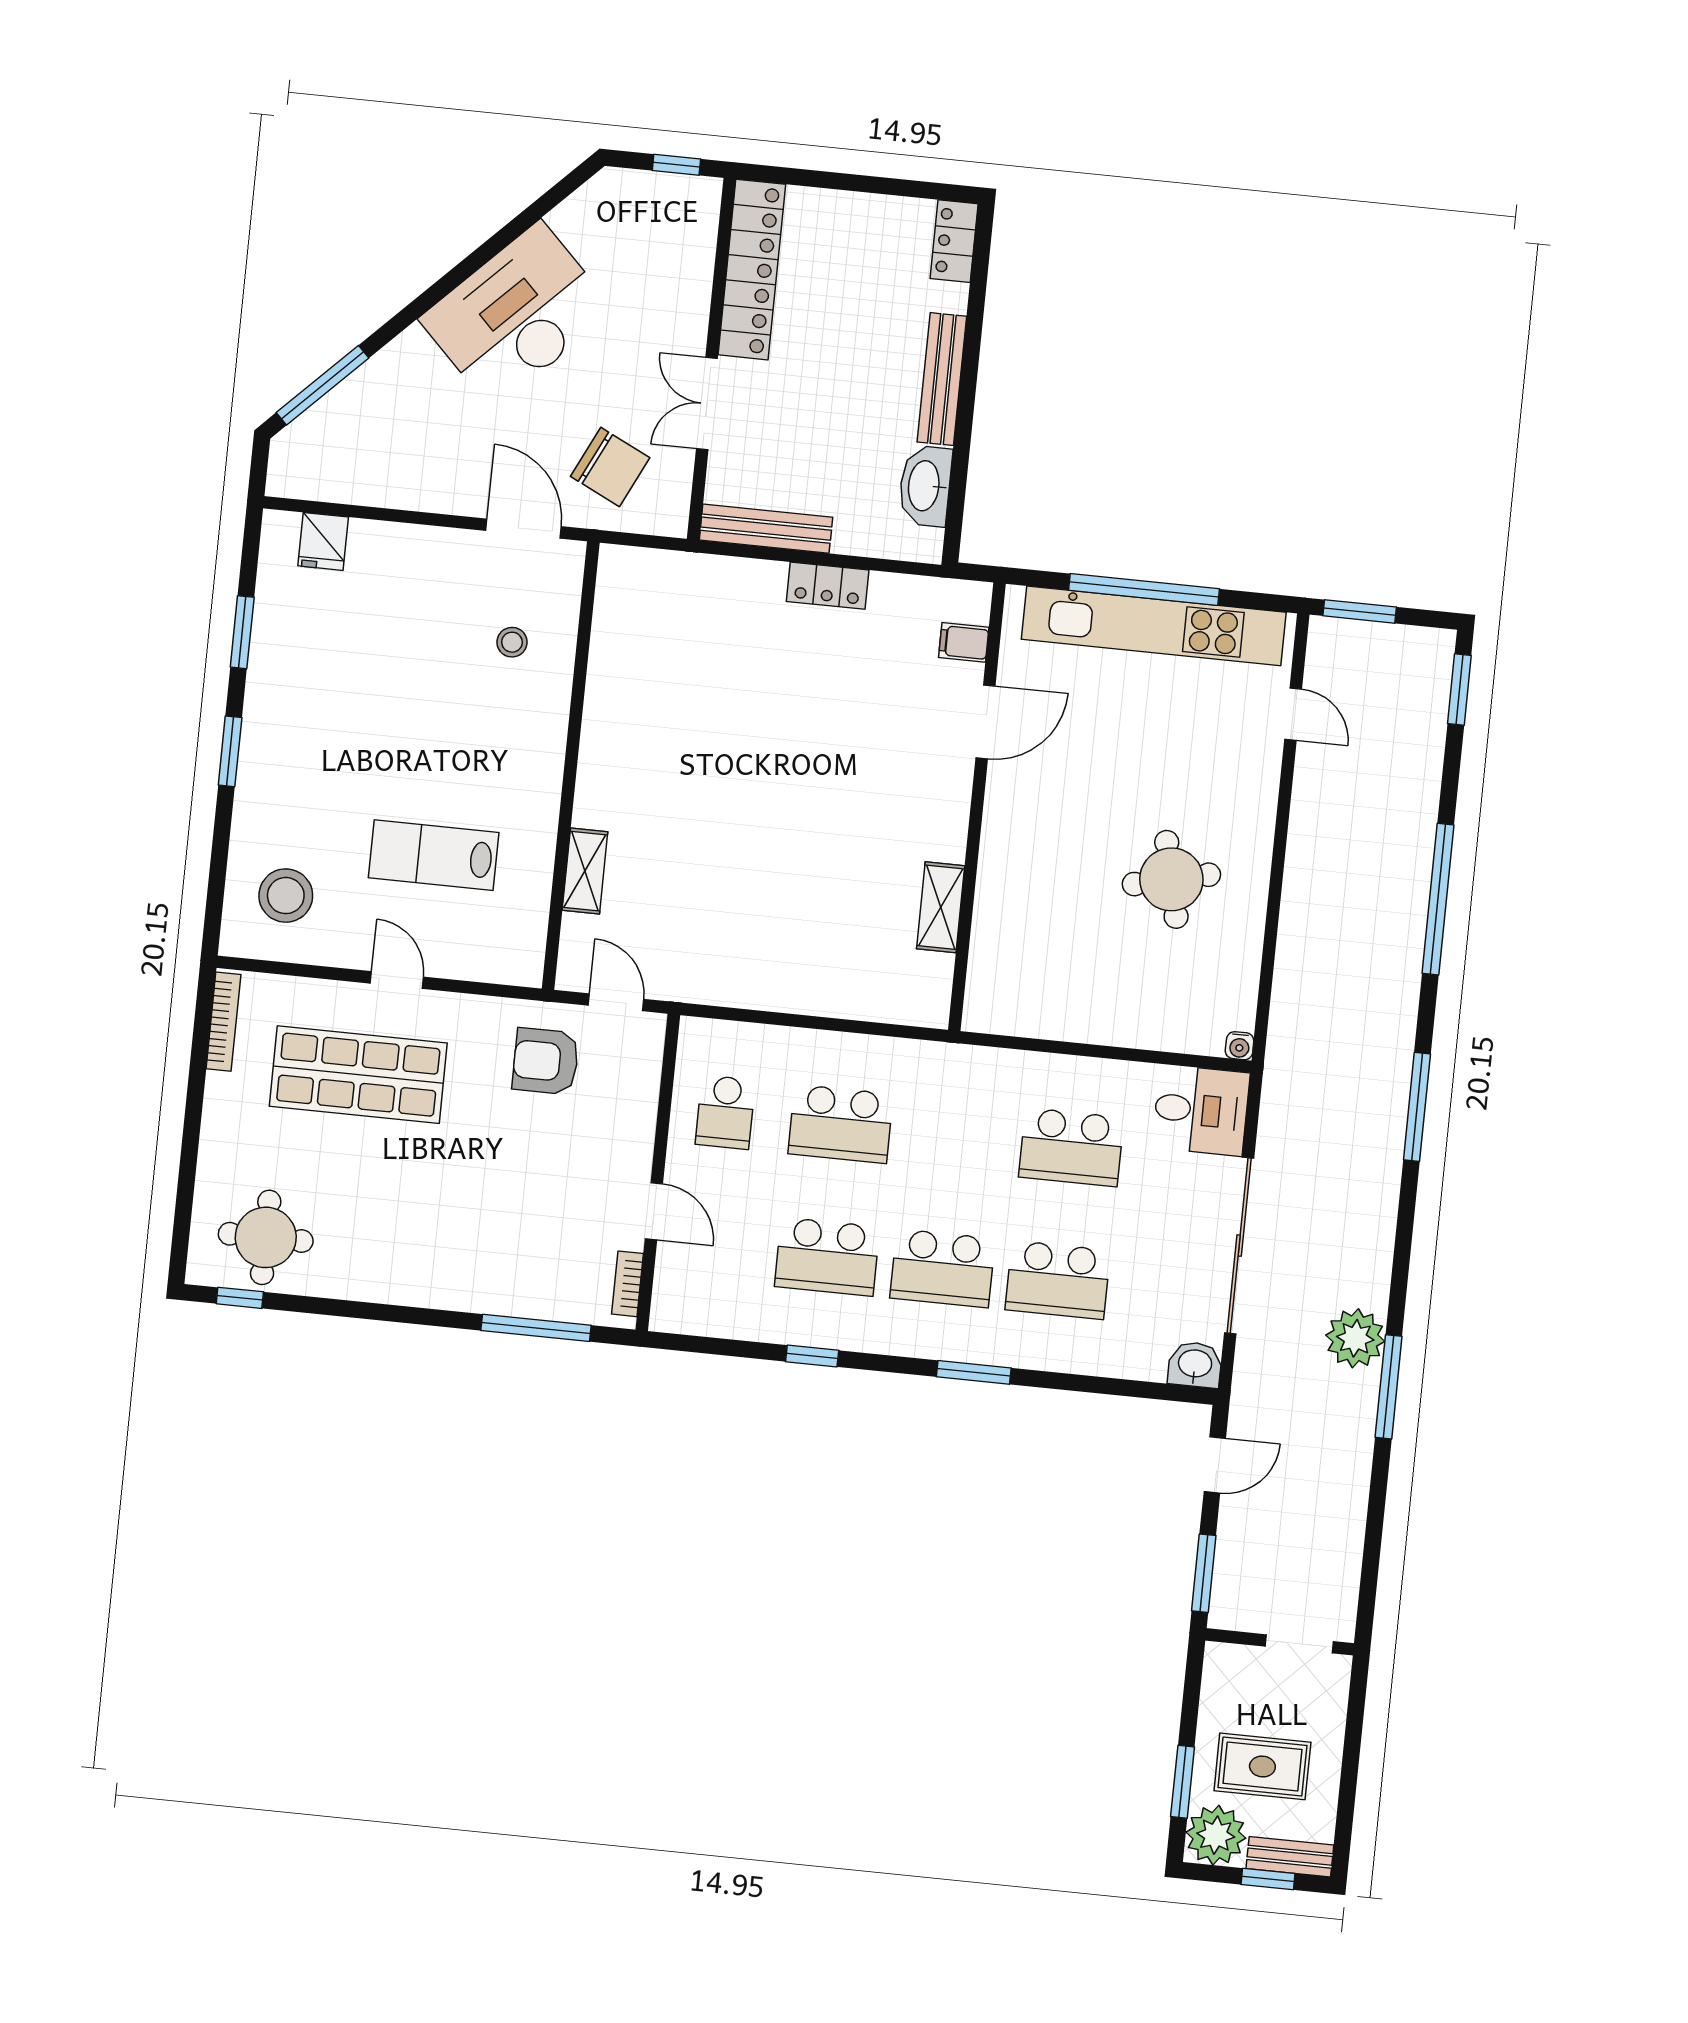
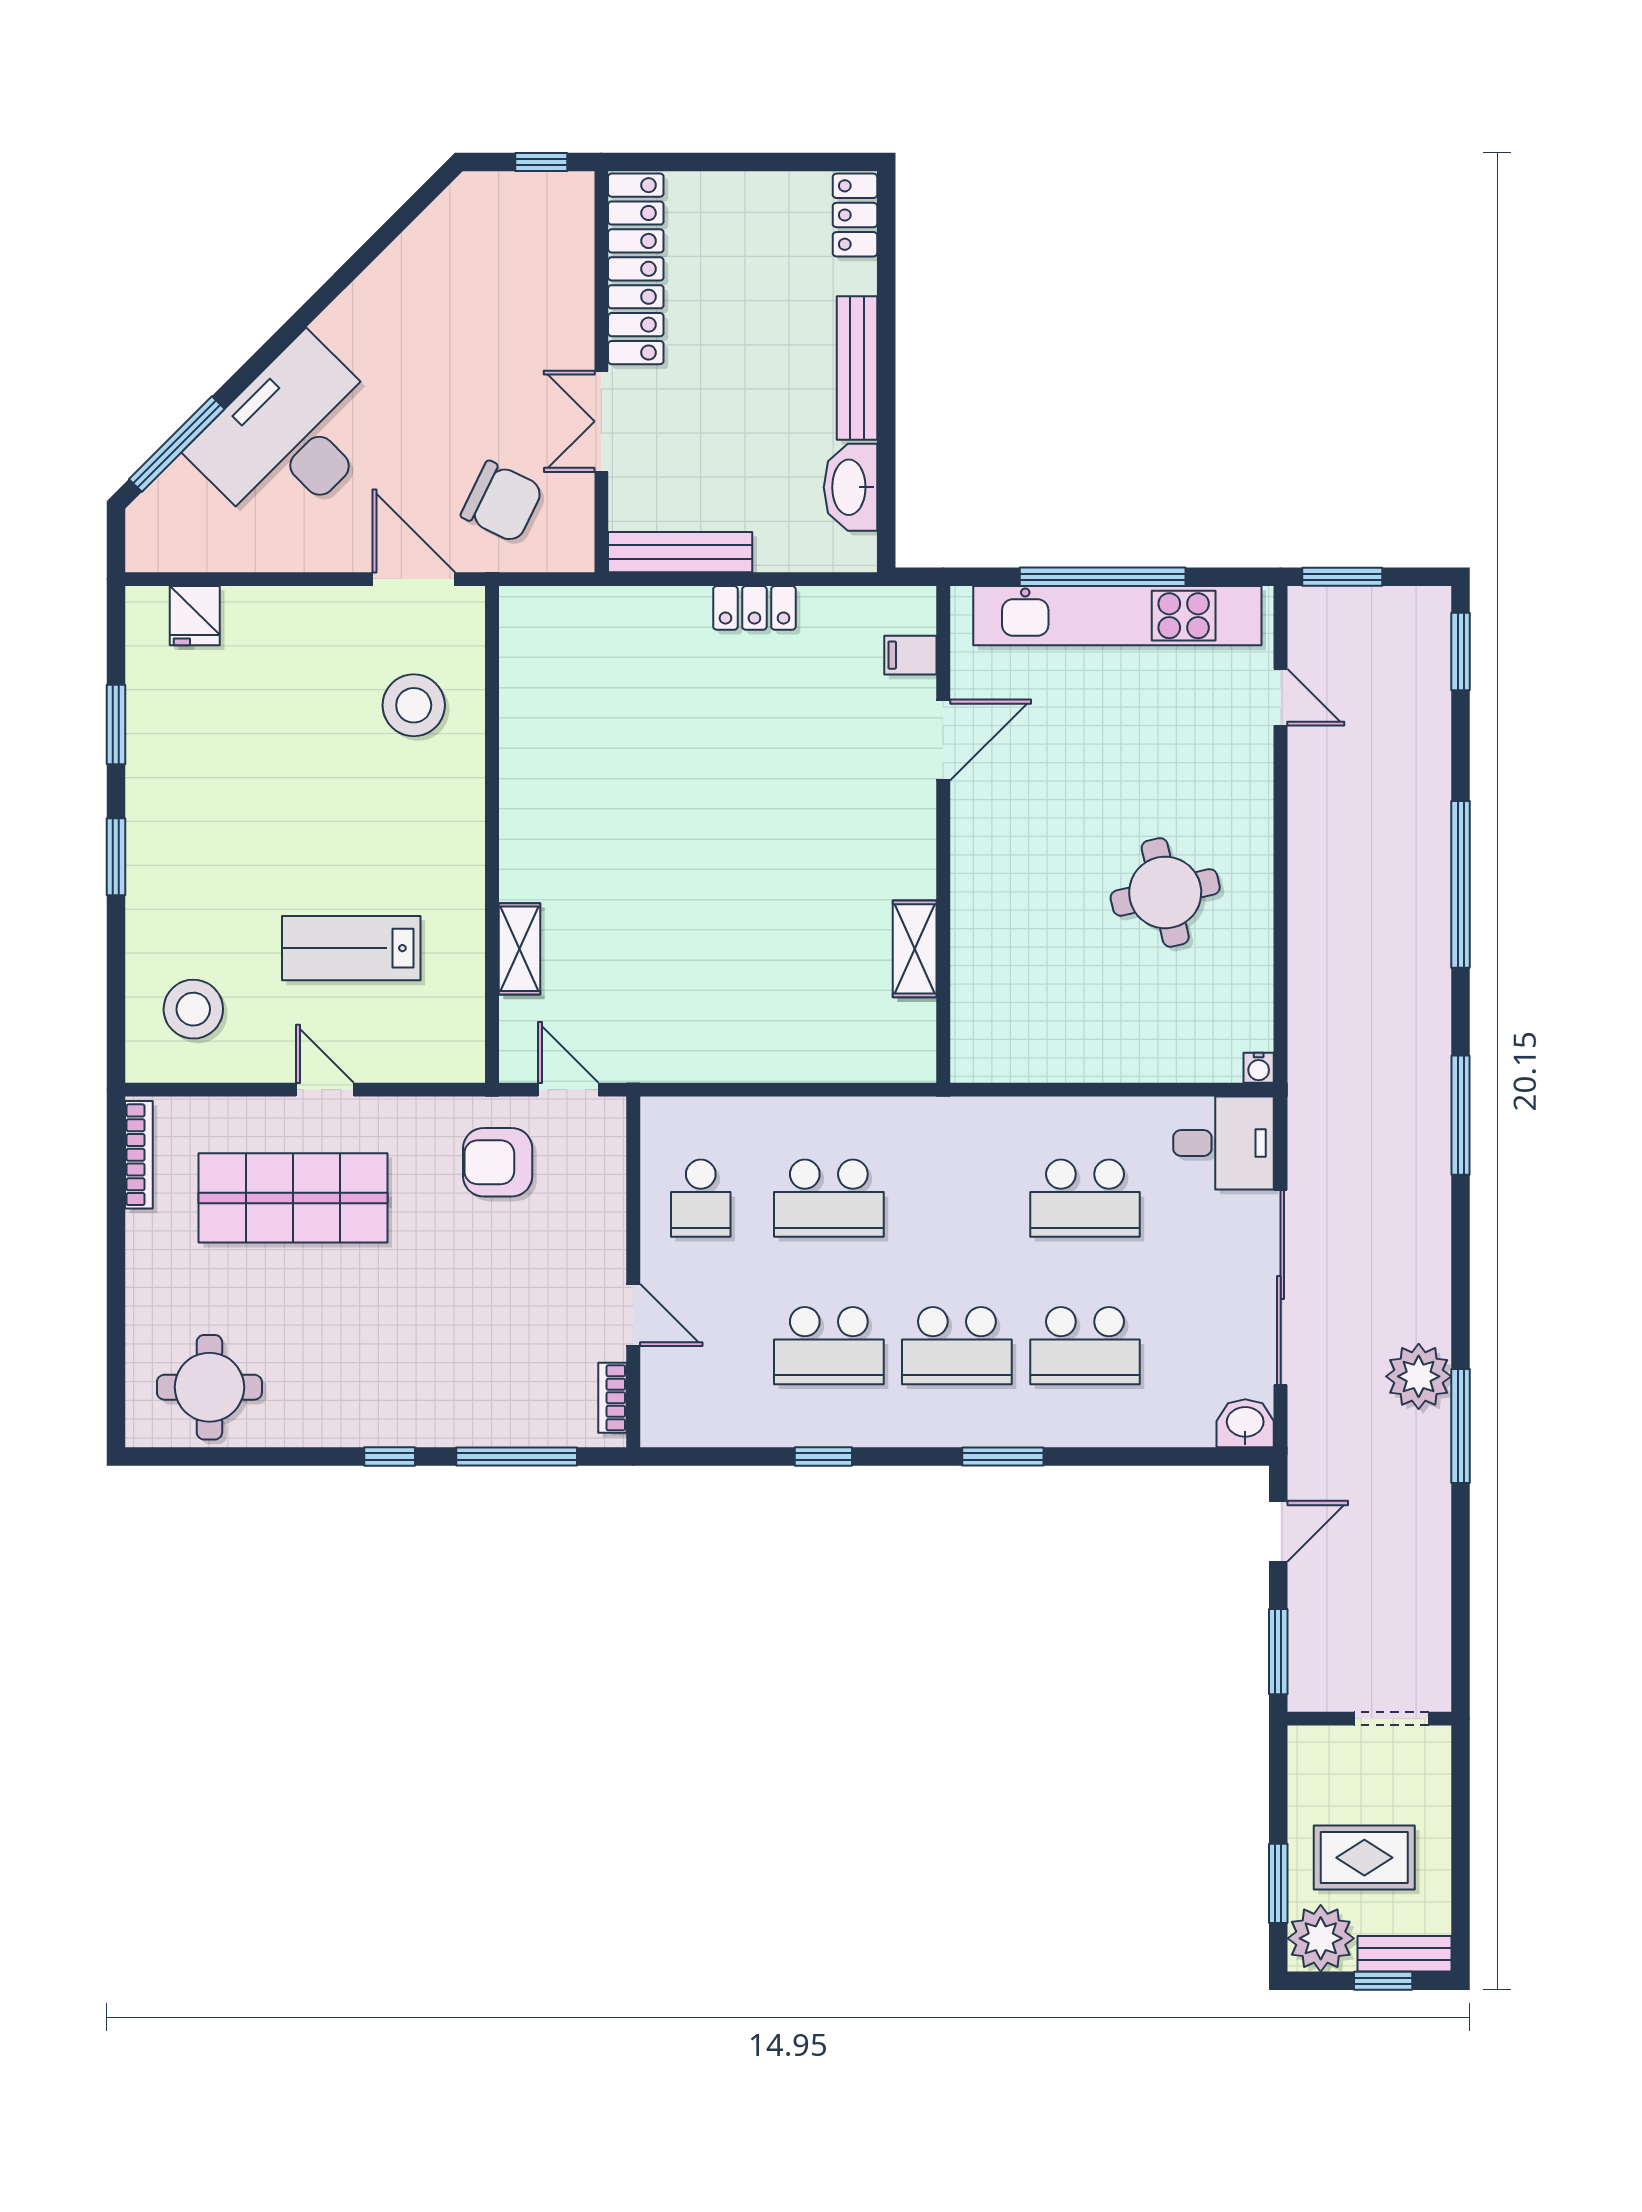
desk: (517, 315) -> (291, 437), moved
stool: (512, 642) -> (414, 705), width x1.89, depth x1.89
window: (240, 1298) -> (390, 1457), moved

